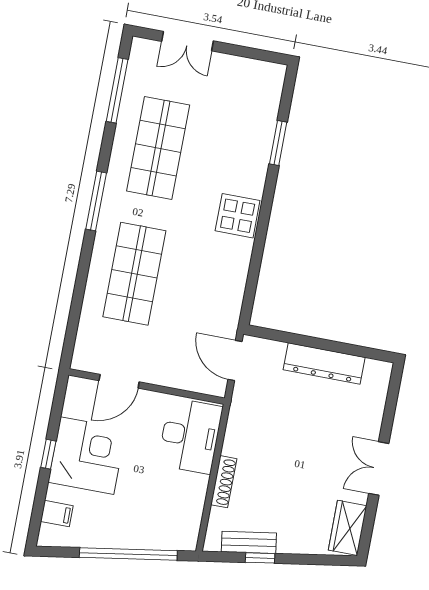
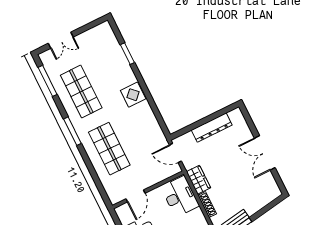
double door: (379, 468) -> (265, 153), width x1.37
wardrobe: (348, 528) -> (198, 180), moved, turned 180

